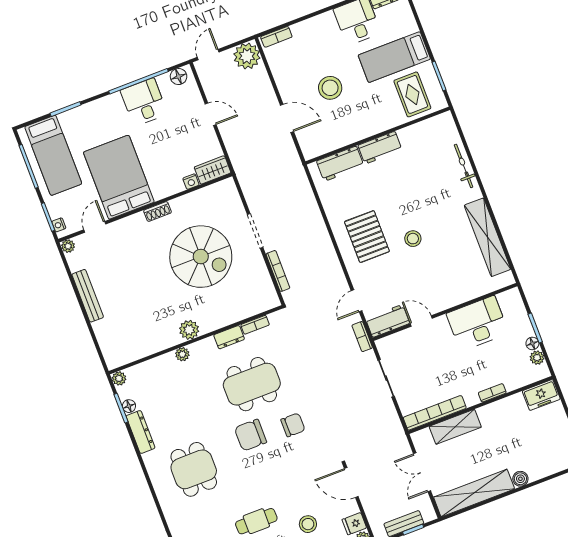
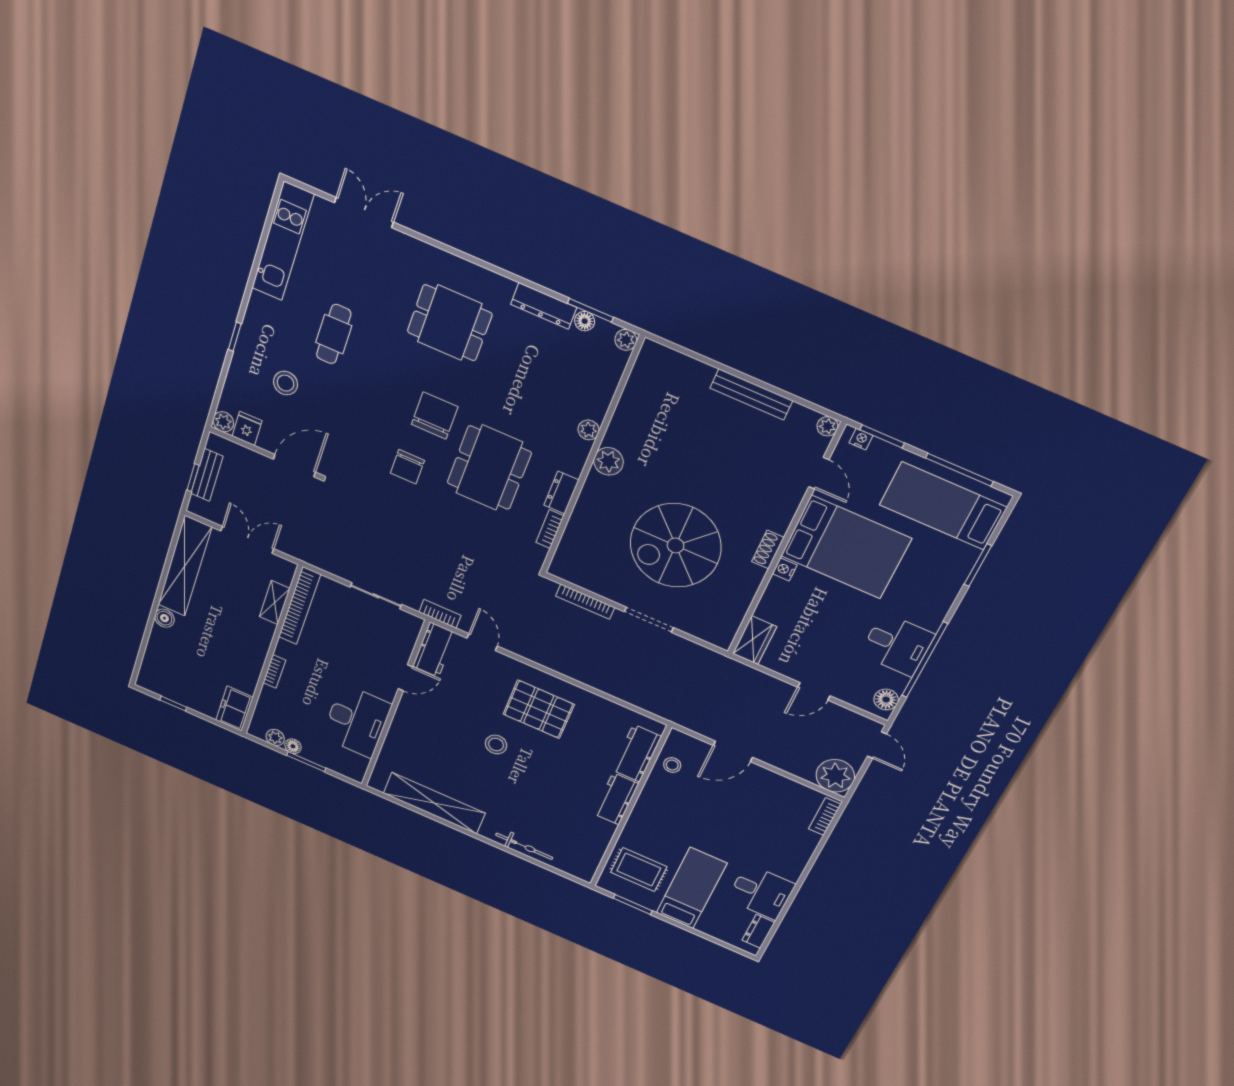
stool: (330, 88) -> (672, 765), moved, width x0.53, depth x0.53
nightstand: (191, 182) -> (785, 569), moved
shelving: (455, 427) -> (275, 603), width x0.67, depth x0.75

